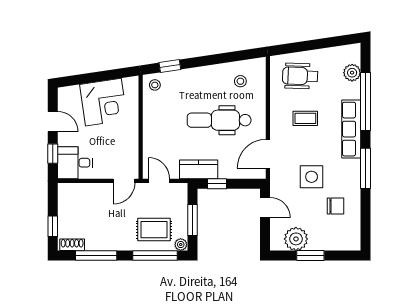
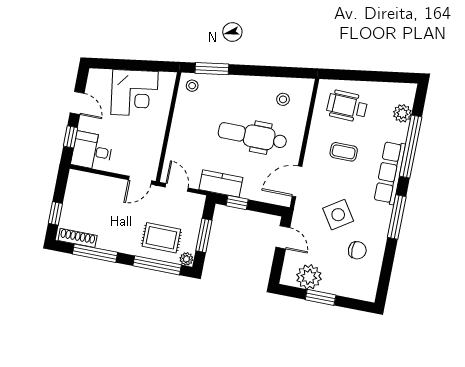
window: (170, 66) -> (212, 69), width x1.50
side table: (312, 177) -> (338, 215), turned -33
shoe rack: (72, 245) -> (78, 238), width x1.43

